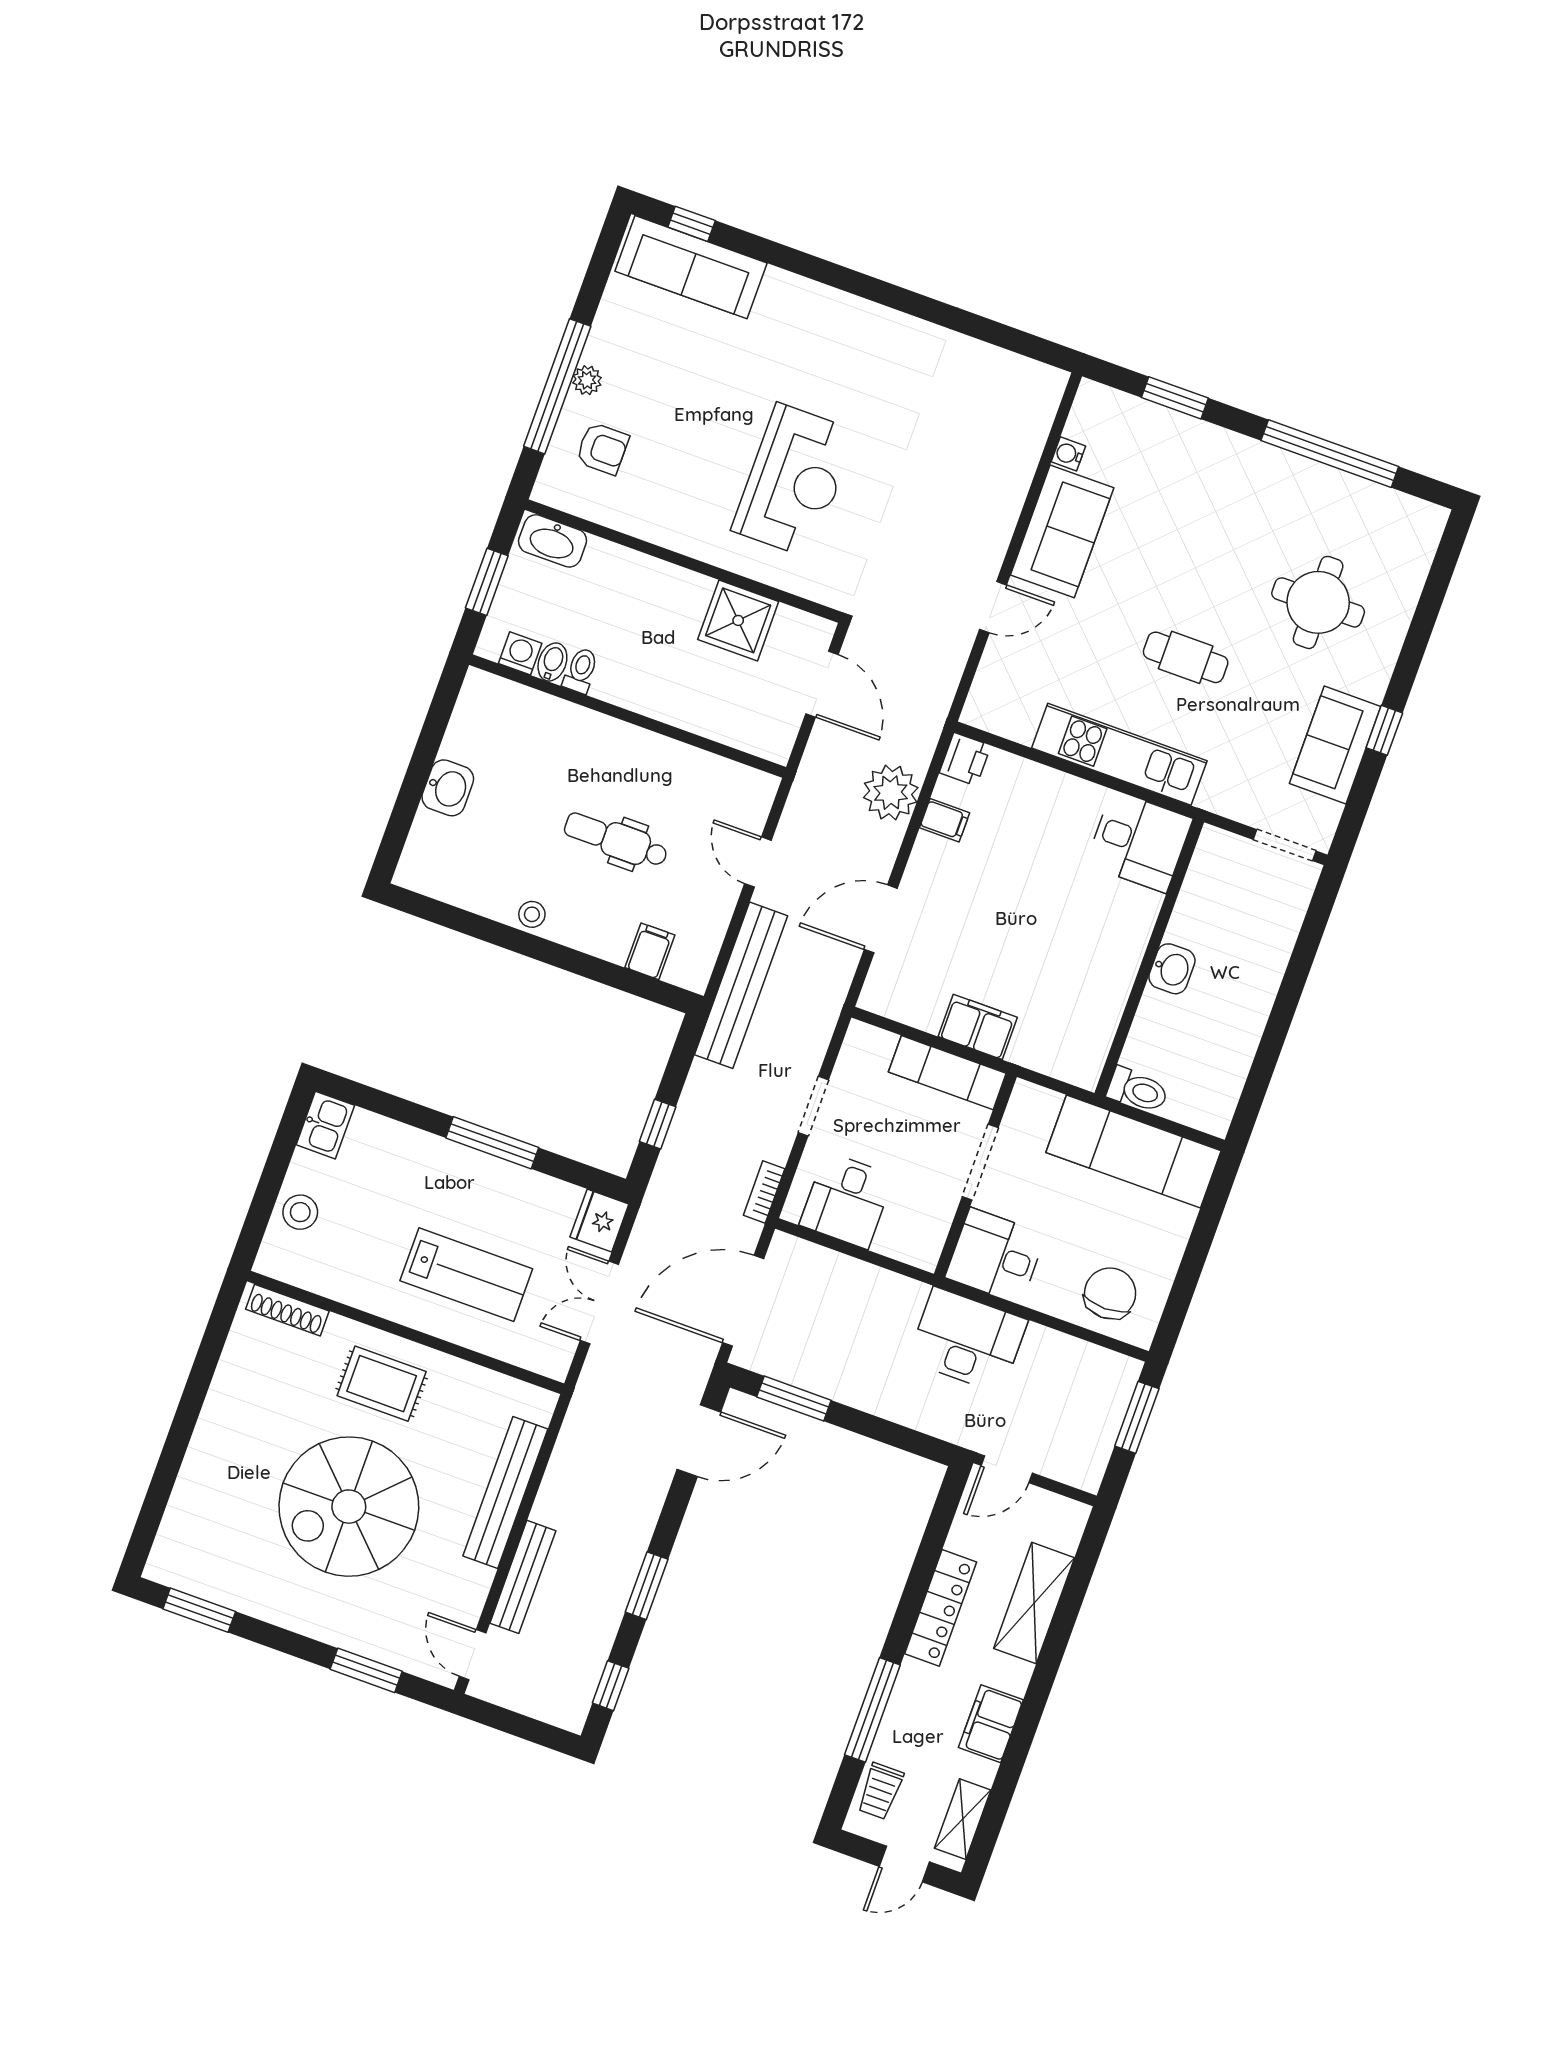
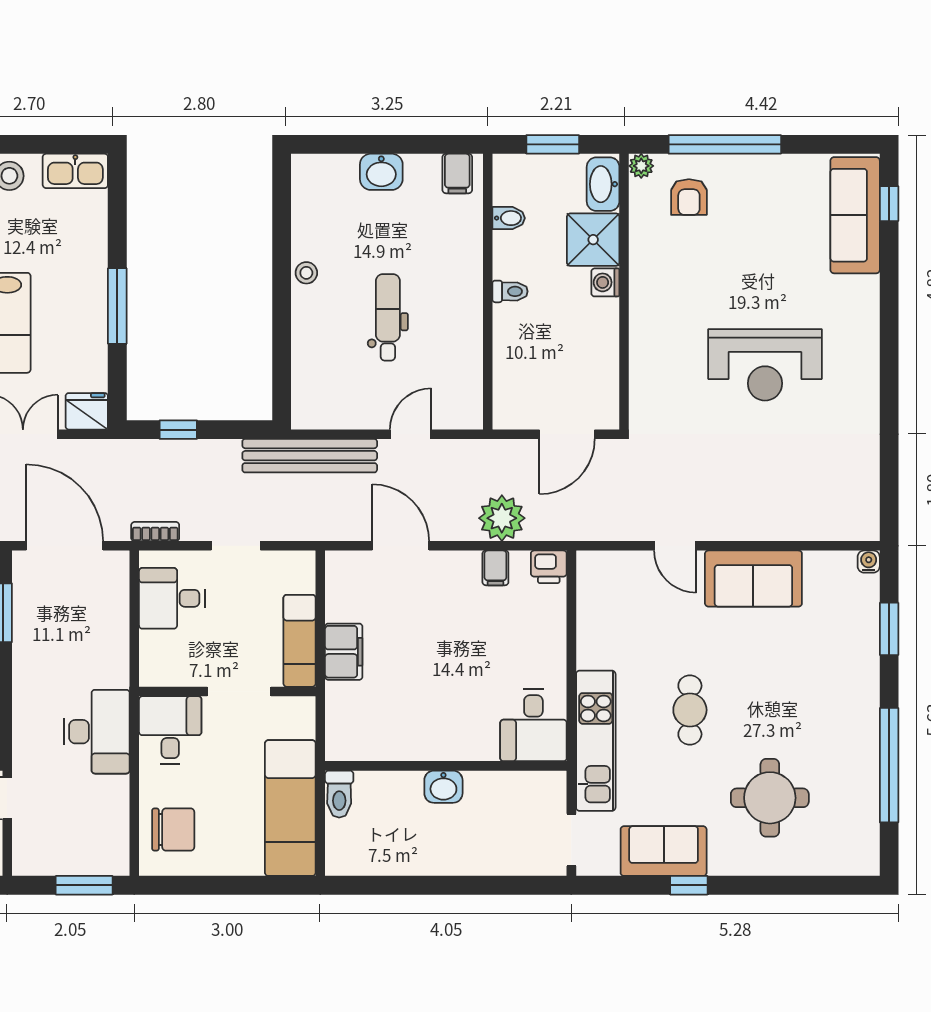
plant: (587, 380) -> (641, 166), moved
water cooler: (1068, 454) -> (869, 562), moved
reception desk: (794, 481) -> (765, 365), moved
shower: (738, 620) -> (593, 240), moved
washing machine: (520, 653) -> (605, 282), moved, turned 180
toilet: (581, 670) -> (510, 291), moved
kitchen unit: (1119, 754) -> (596, 741), moved
filing cabinet: (650, 951) -> (457, 173), moved, turned 90
kitchen sink: (325, 1125) -> (75, 171), width x1.38

